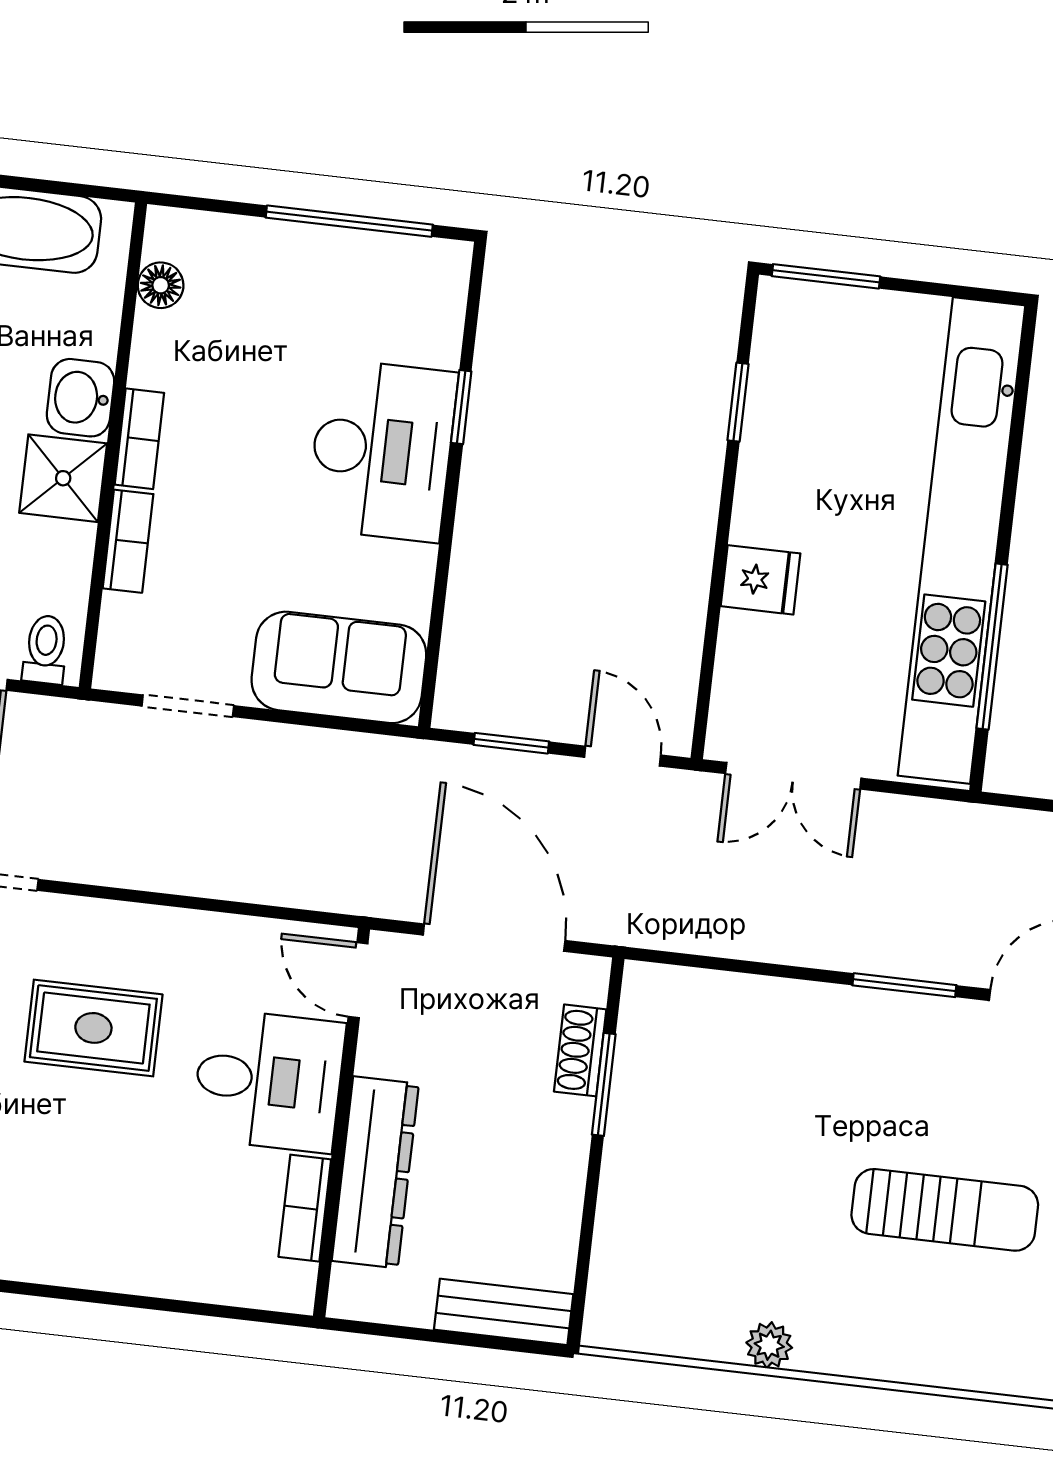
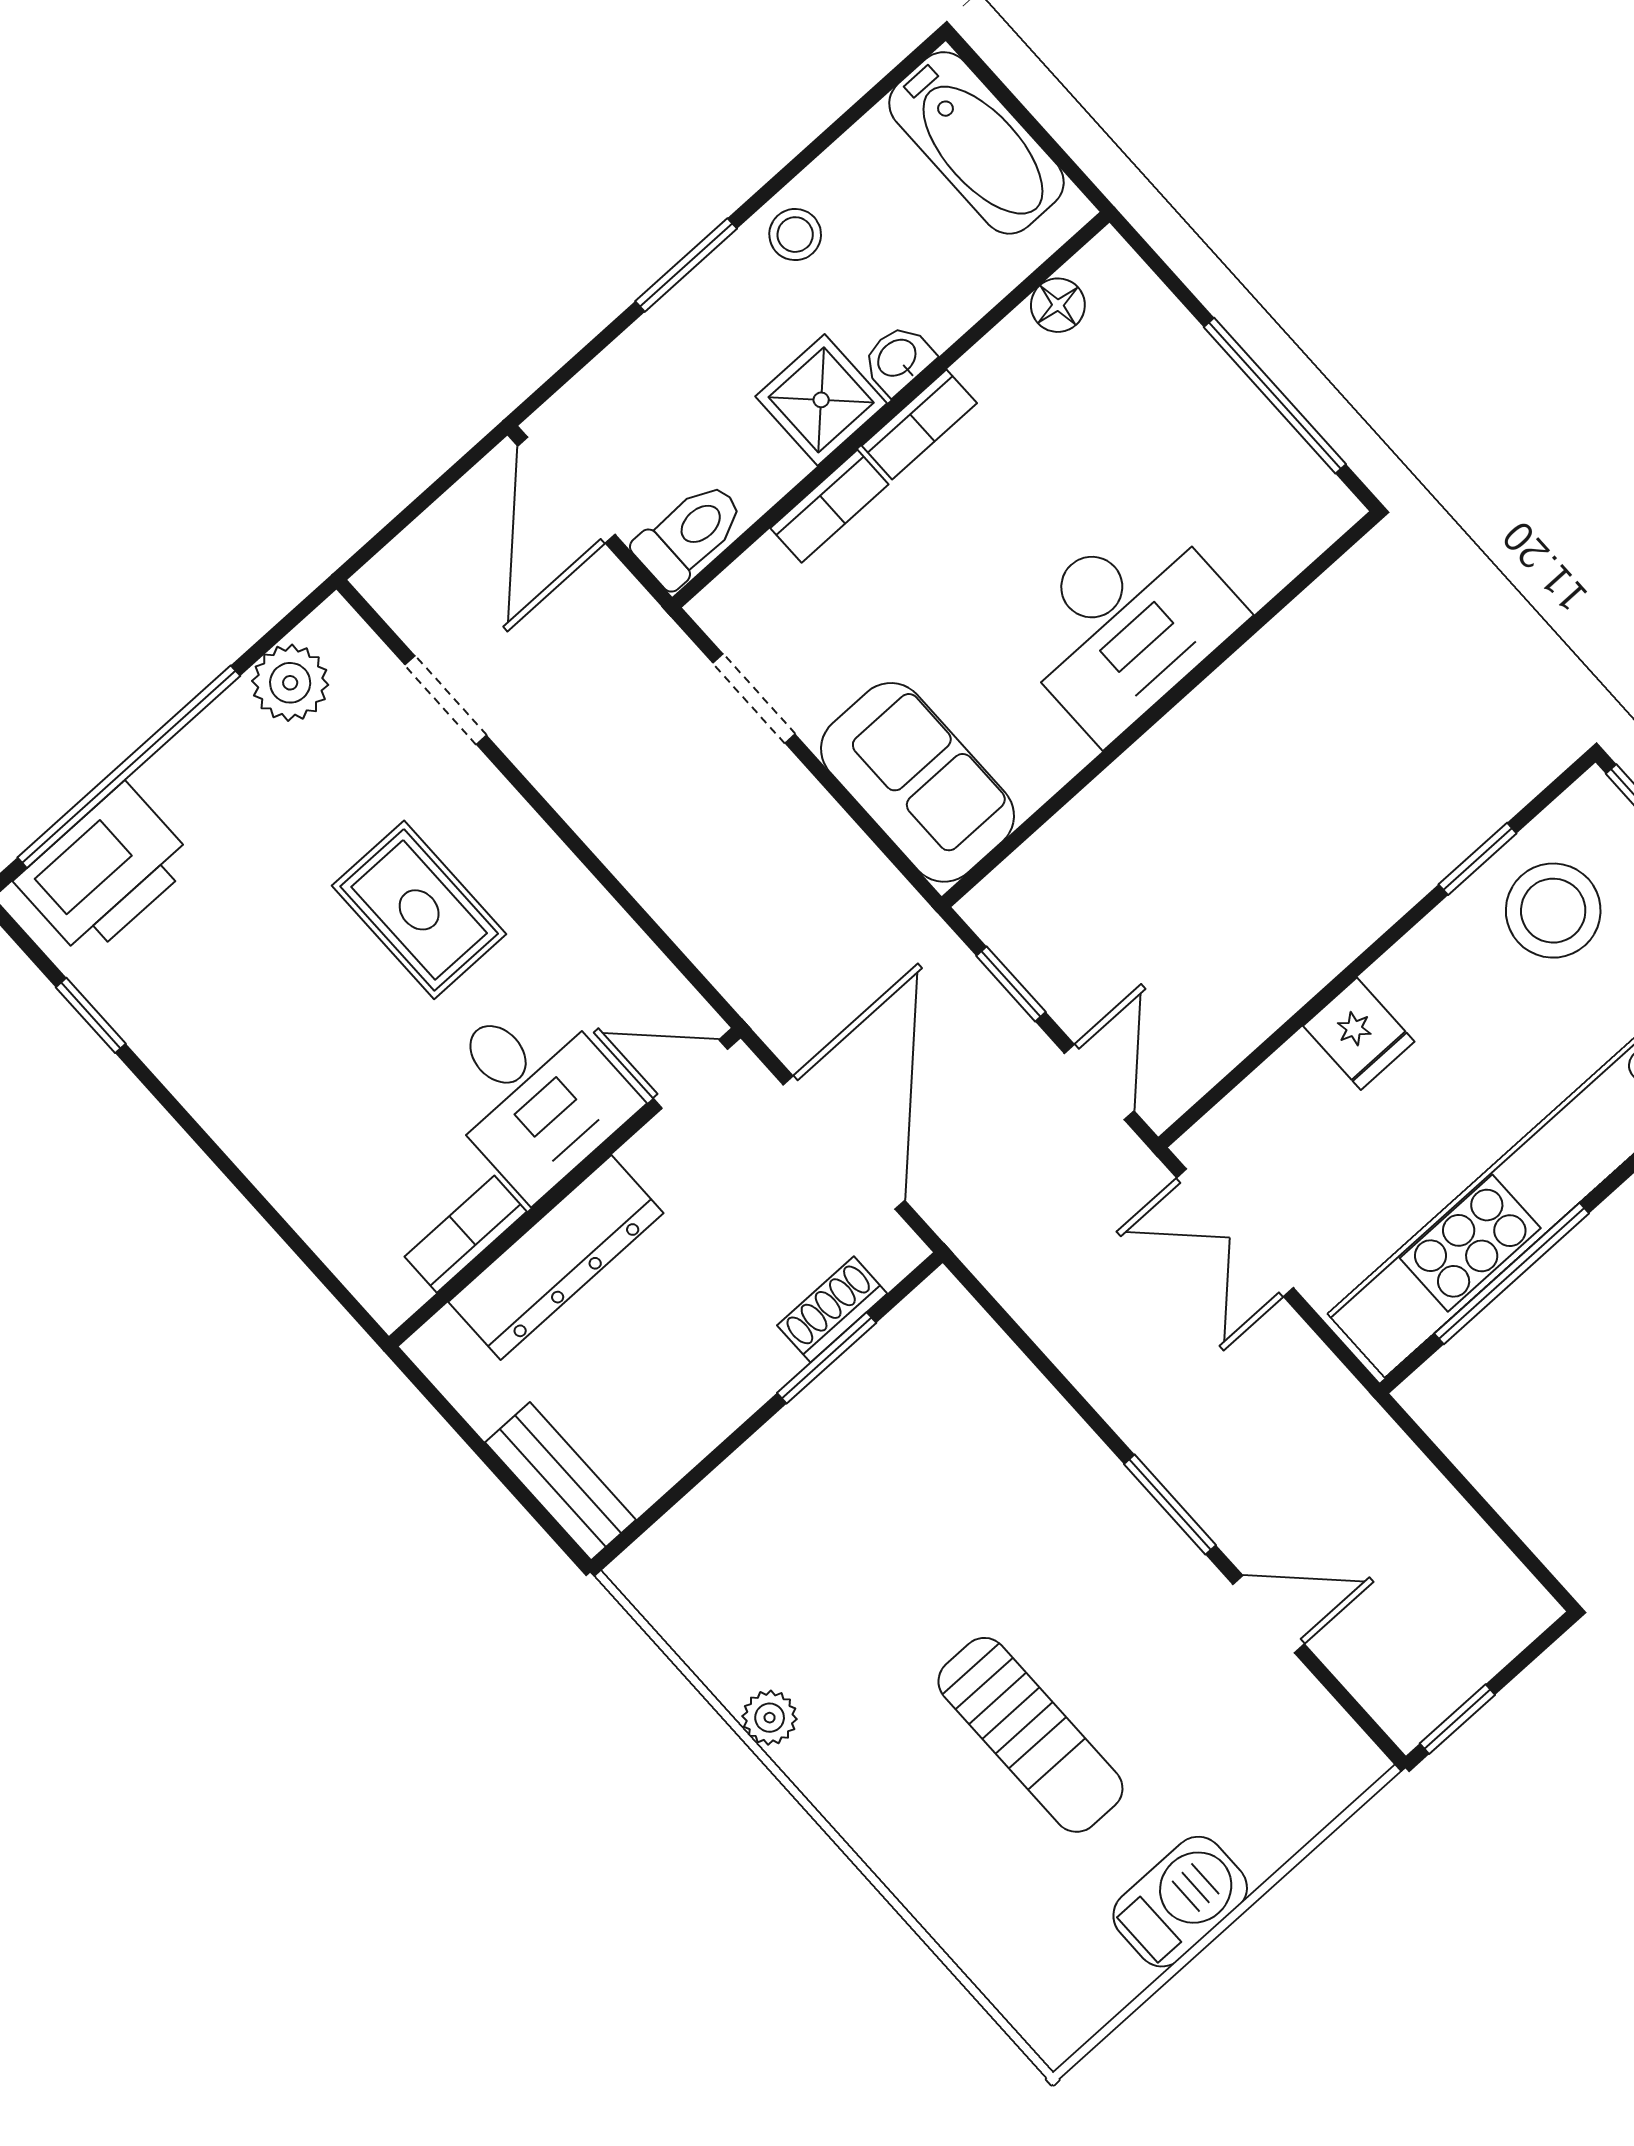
stool: (815, 393) -> (1553, 911), added
washbasin: (80, 398) -> (898, 359), width x0.72, depth x0.69
window: (461, 407) -> (1229, 647), removed
toilet: (45, 649) -> (689, 534), width x1.37, depth x1.39
door: (358, 980) -> (691, 1074), hinge flipped

